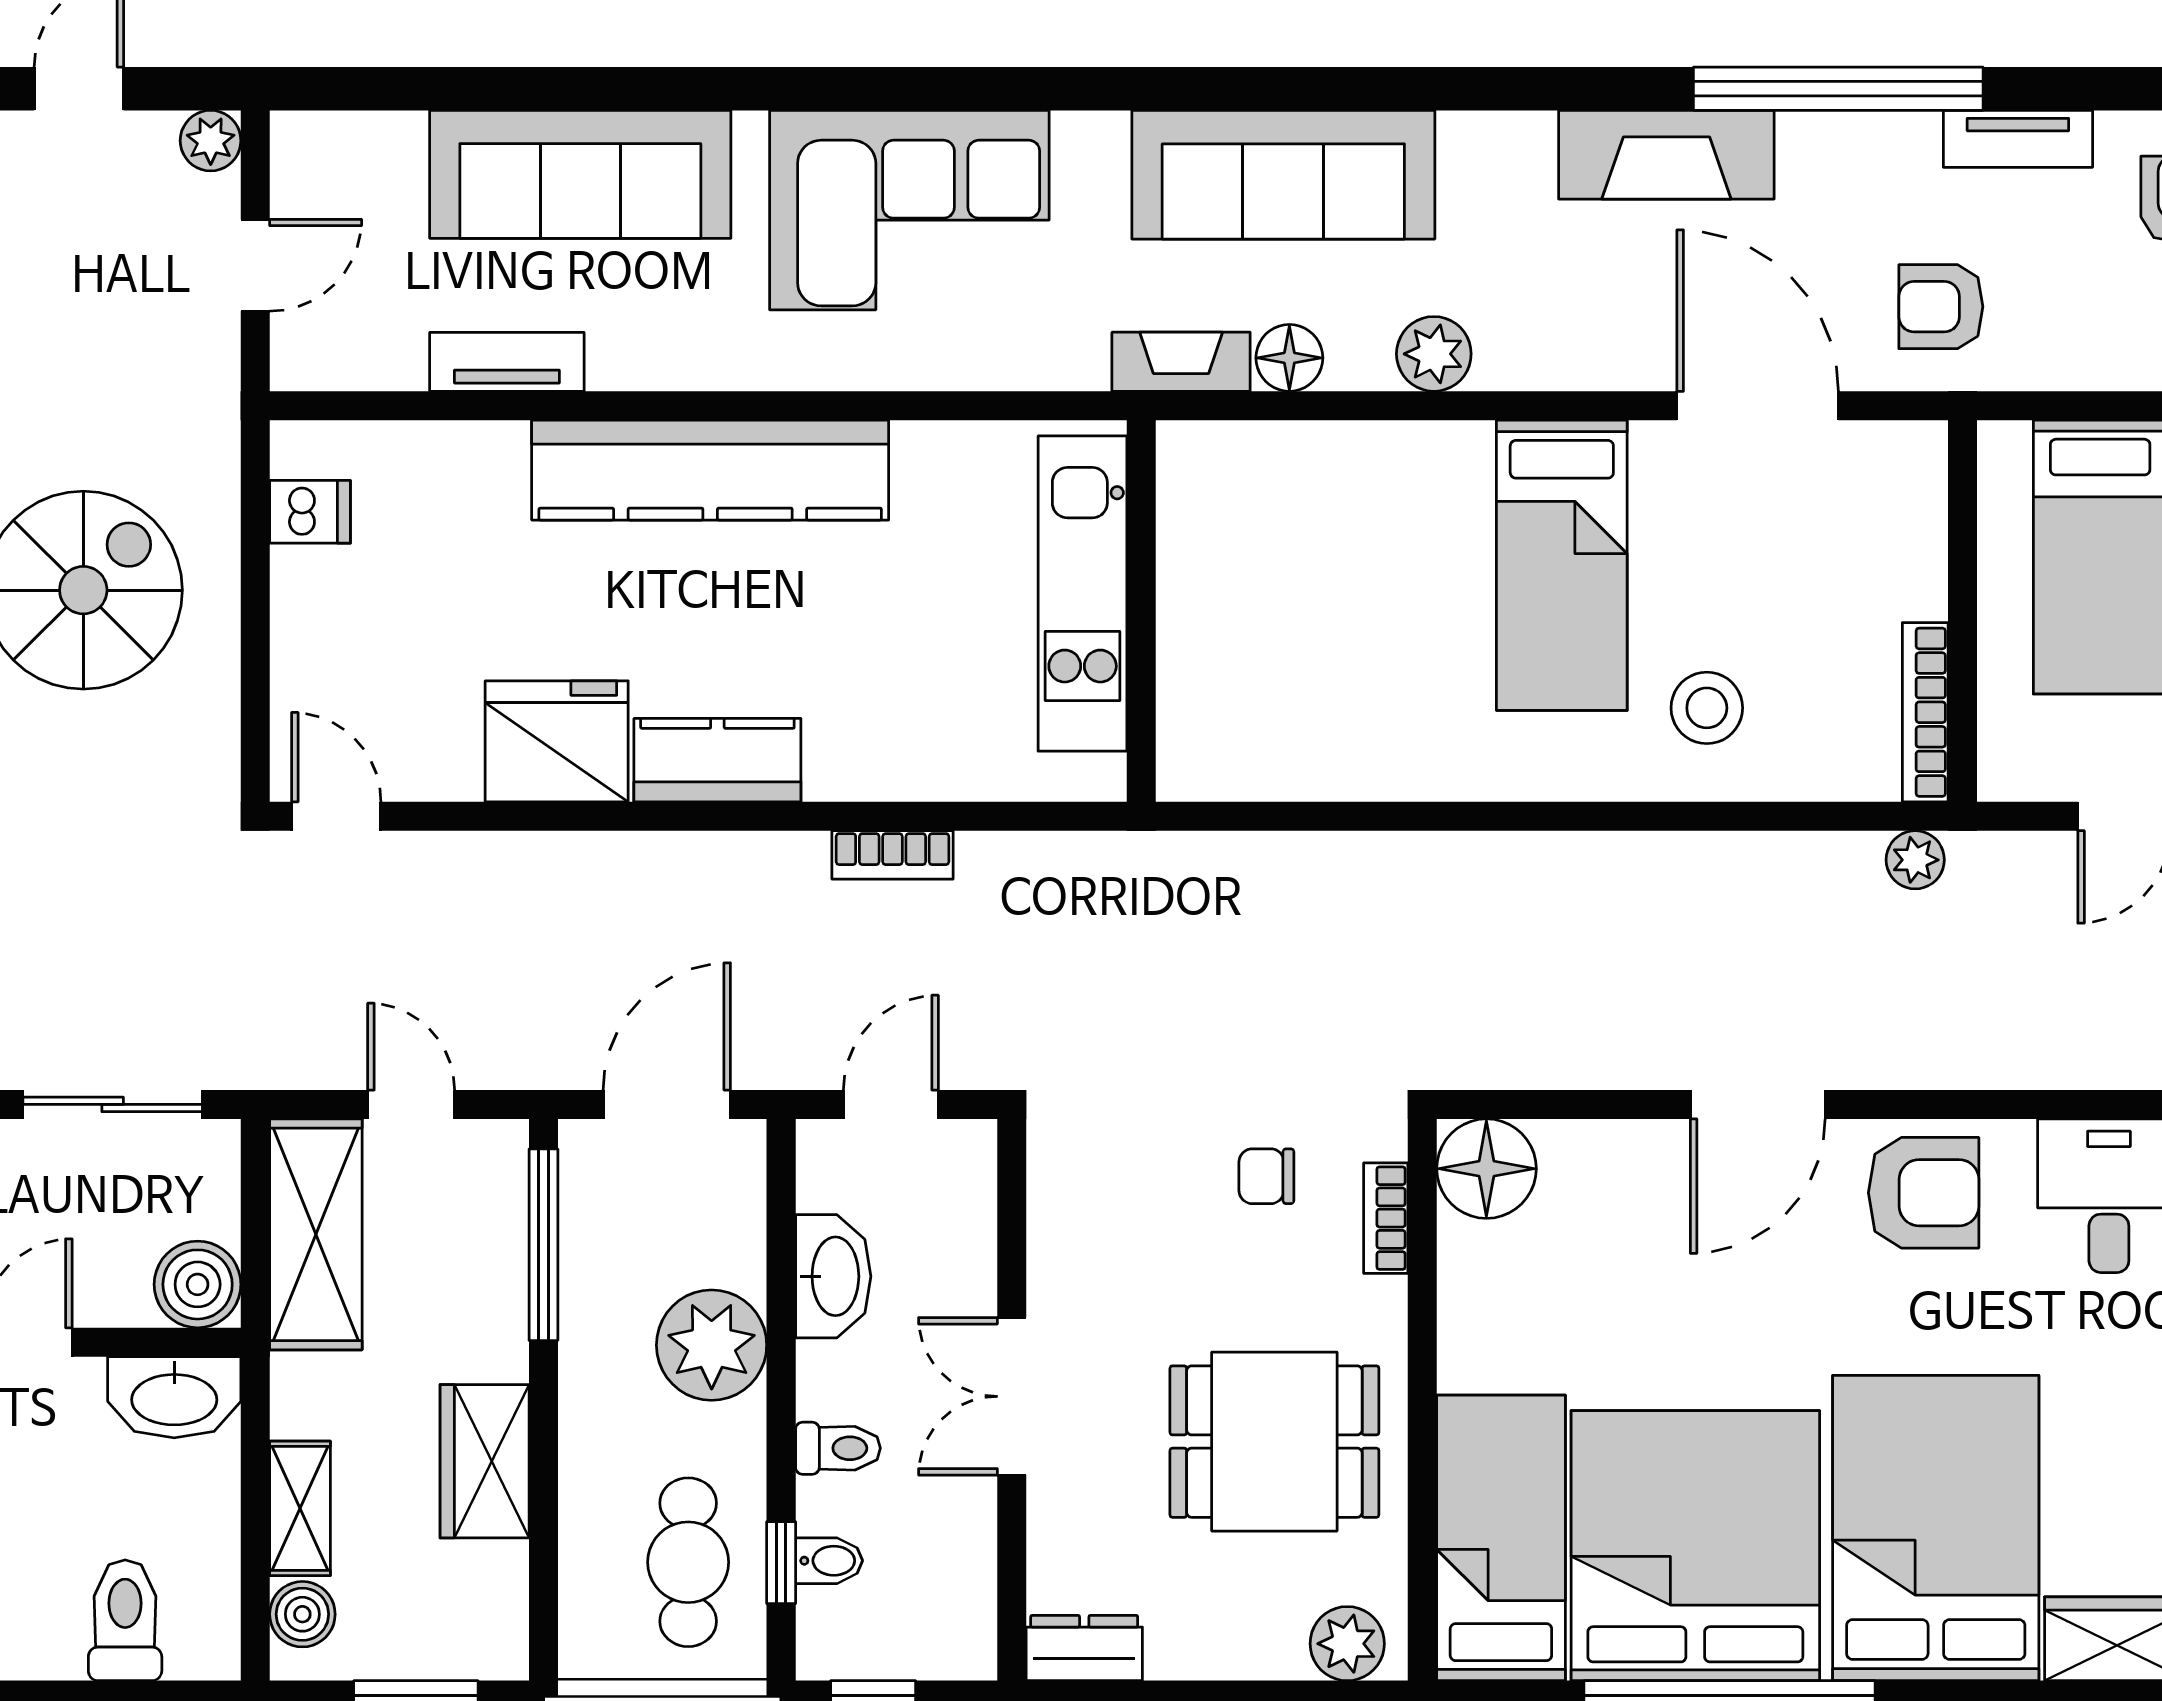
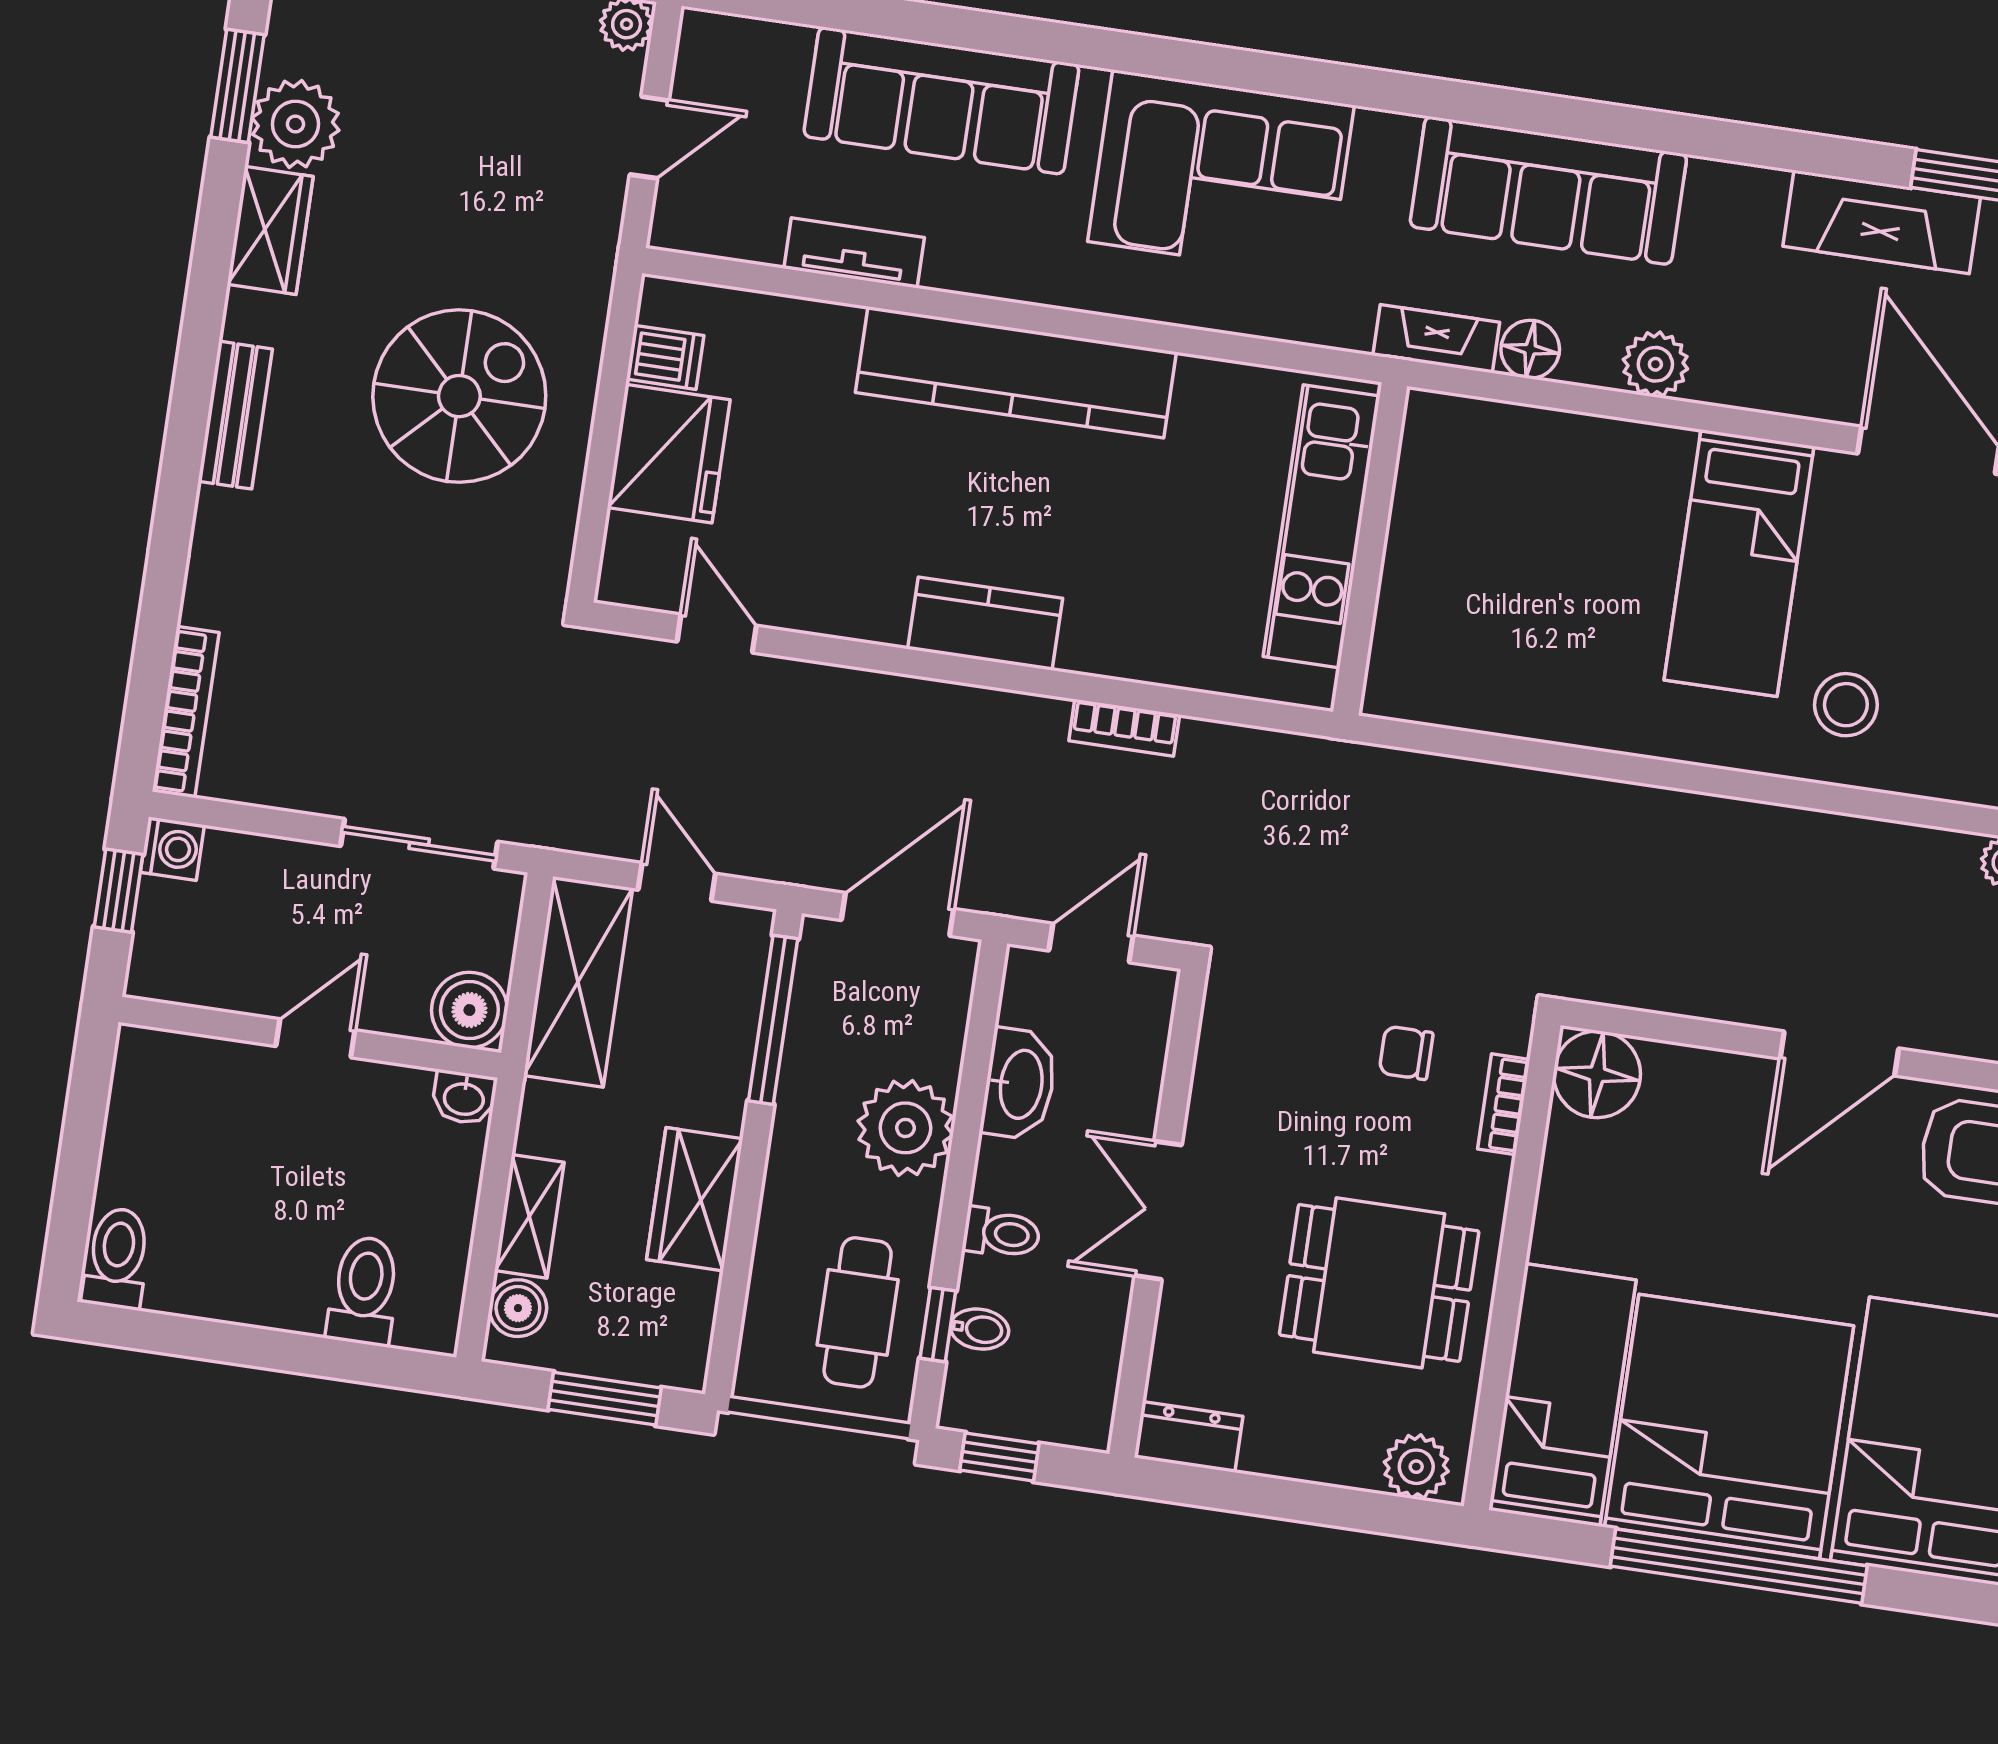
fridge: (557, 741) -> (669, 454), moved, turned 90
door: (336, 816) -> (717, 634), moved
washbasin: (174, 1397) -> (464, 1098), width x0.52, depth x0.69

